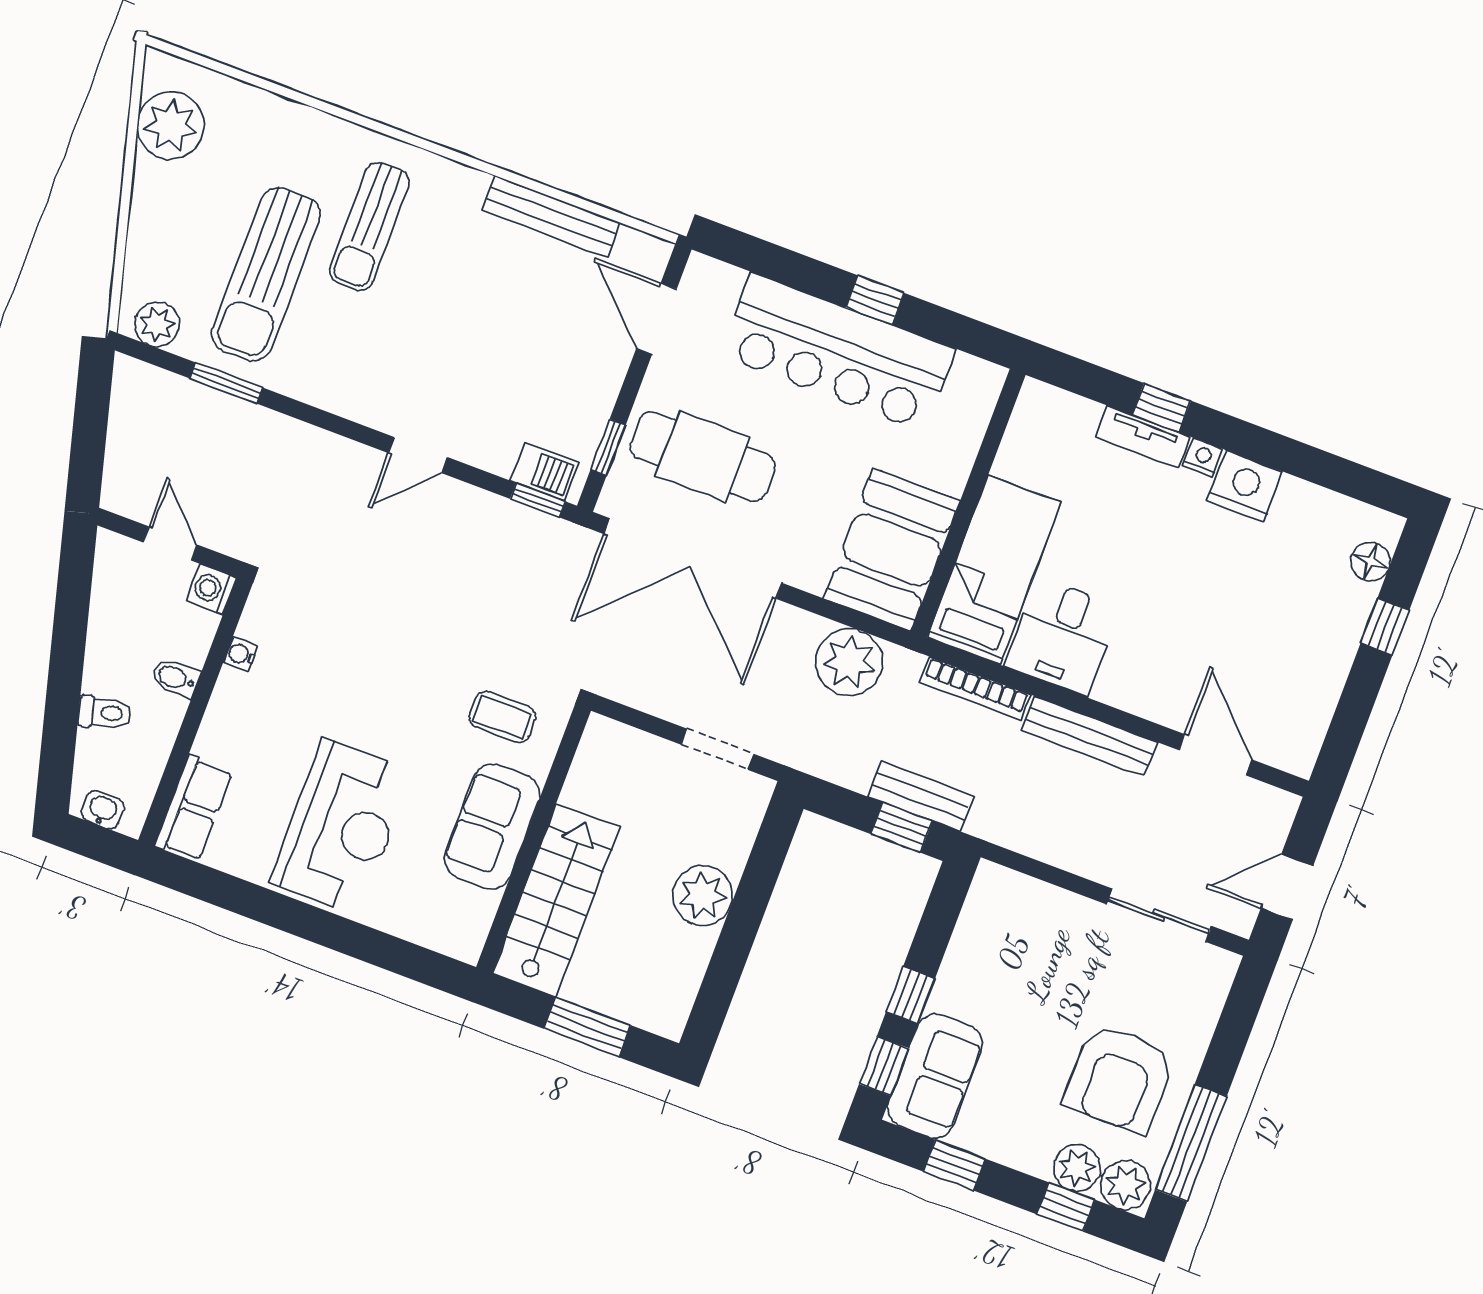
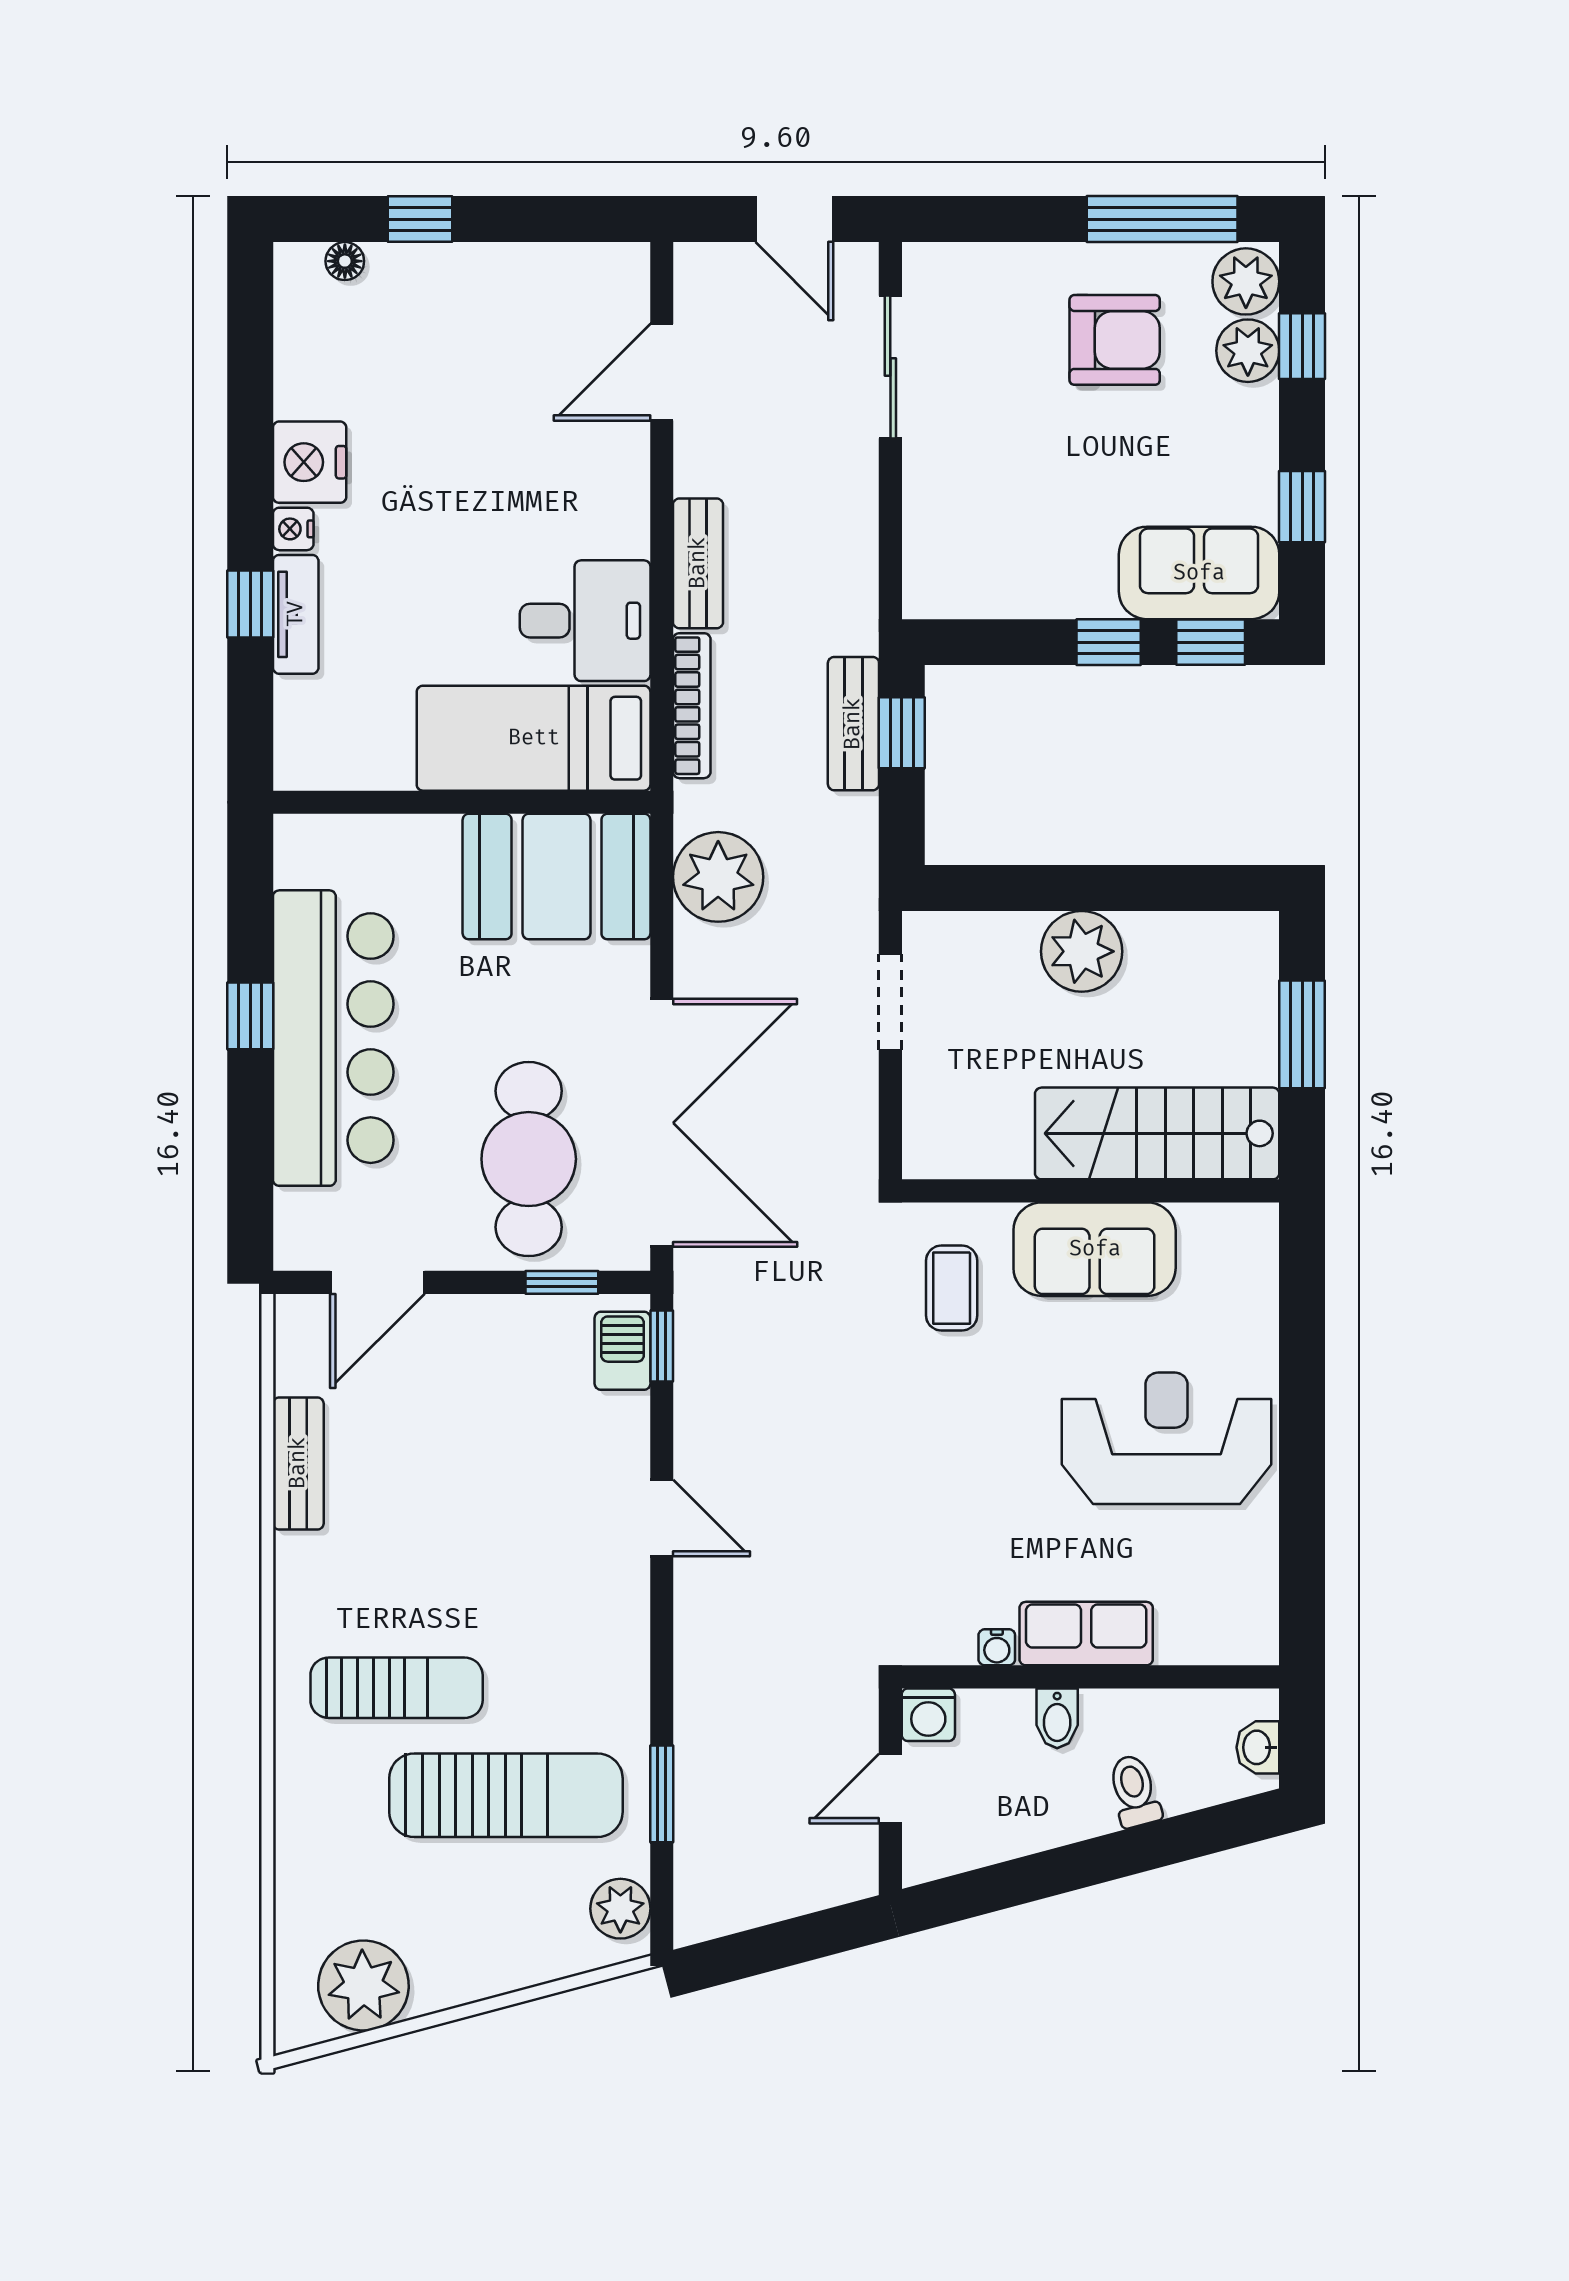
bench: (551, 217) -> (298, 1463), width x0.73
floor lamp: (1370, 561) -> (345, 261), width x0.73, depth x0.73
bench: (1089, 736) -> (698, 563), width x0.73
row of seats: (194, 808) -> (1086, 1634), moved
armchair: (1119, 1078) -> (1115, 340), width x0.73, depth x0.73

